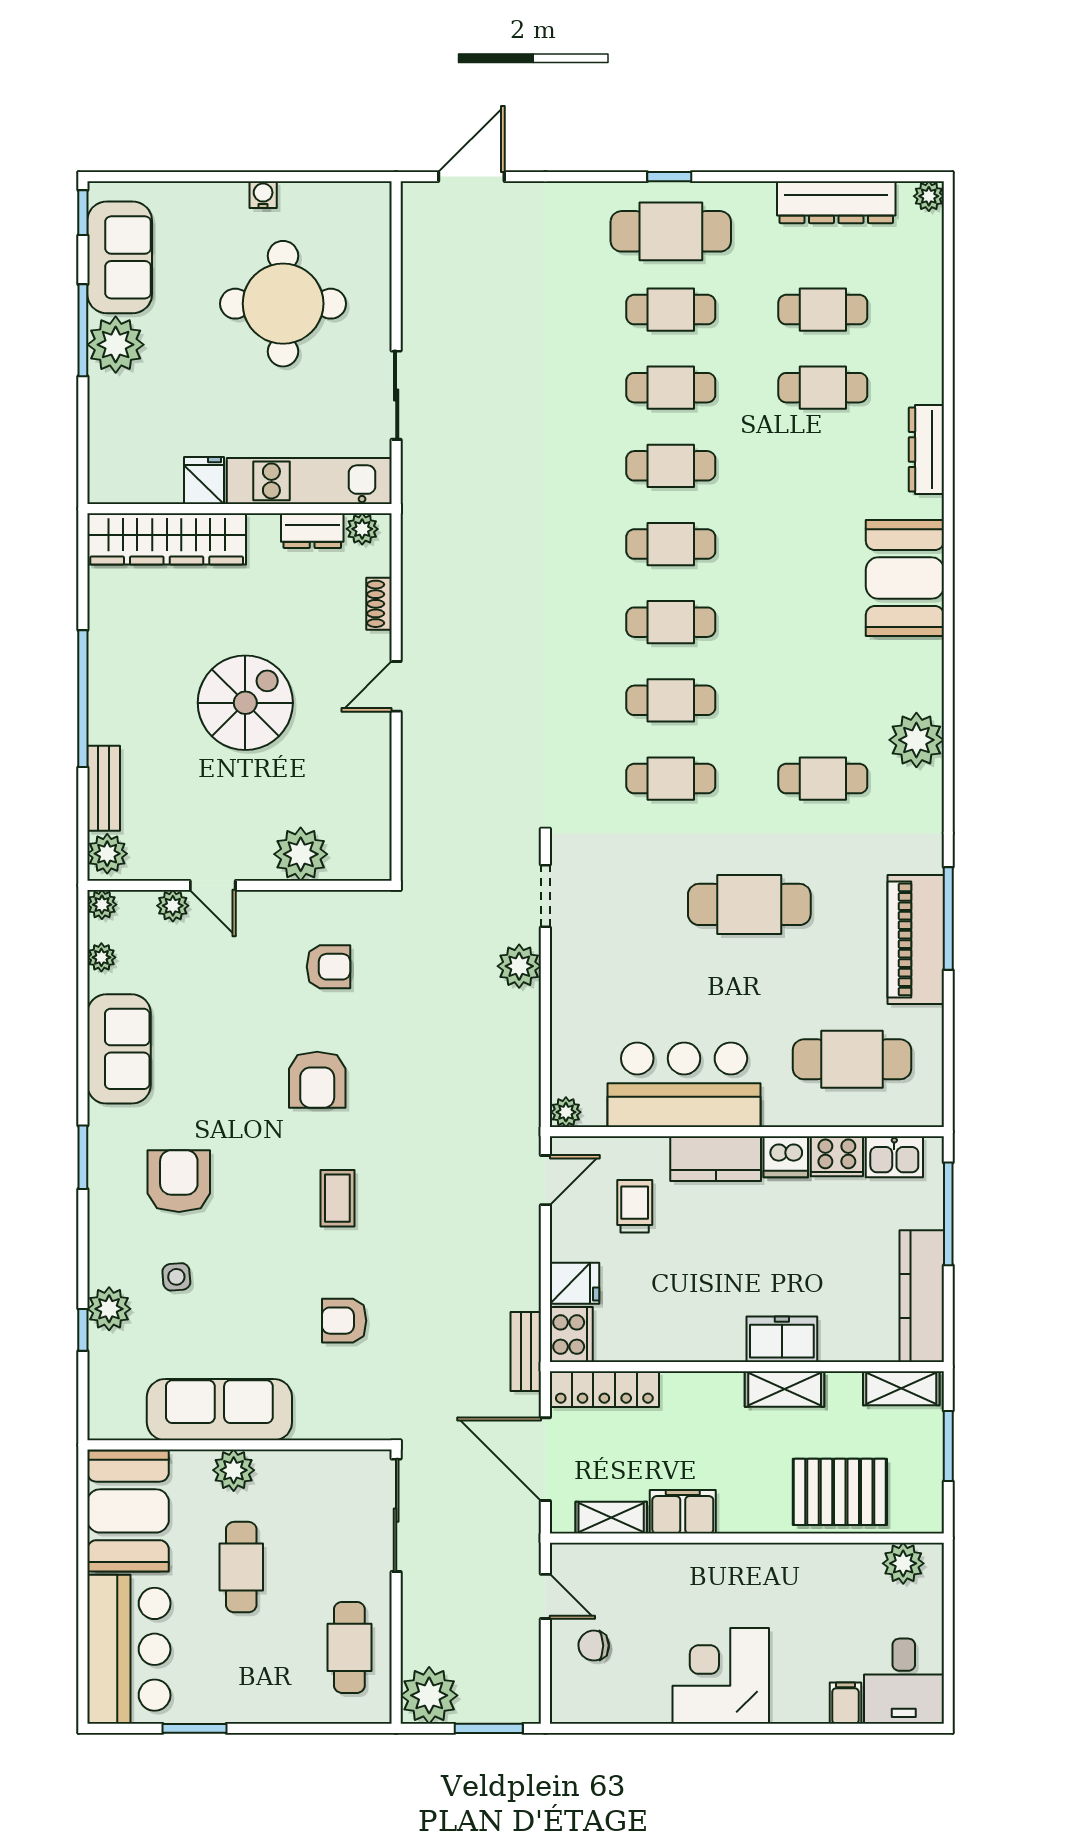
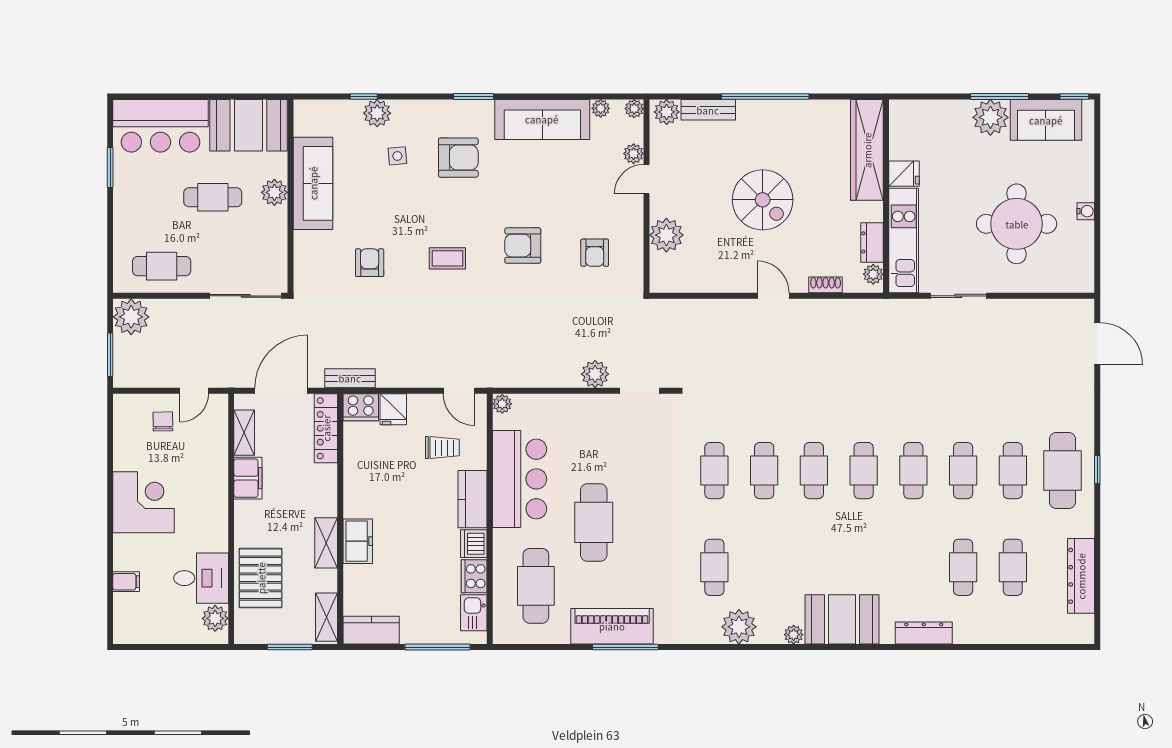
plant: (929, 196) -> (794, 635), moved
cafe table: (749, 904) -> (594, 522), moved
sofa: (119, 1049) -> (542, 119), width x1.36
kitchen counter: (922, 1296) -> (371, 630), width x0.67
desk: (904, 1681) -> (201, 578), moved, turned 180

